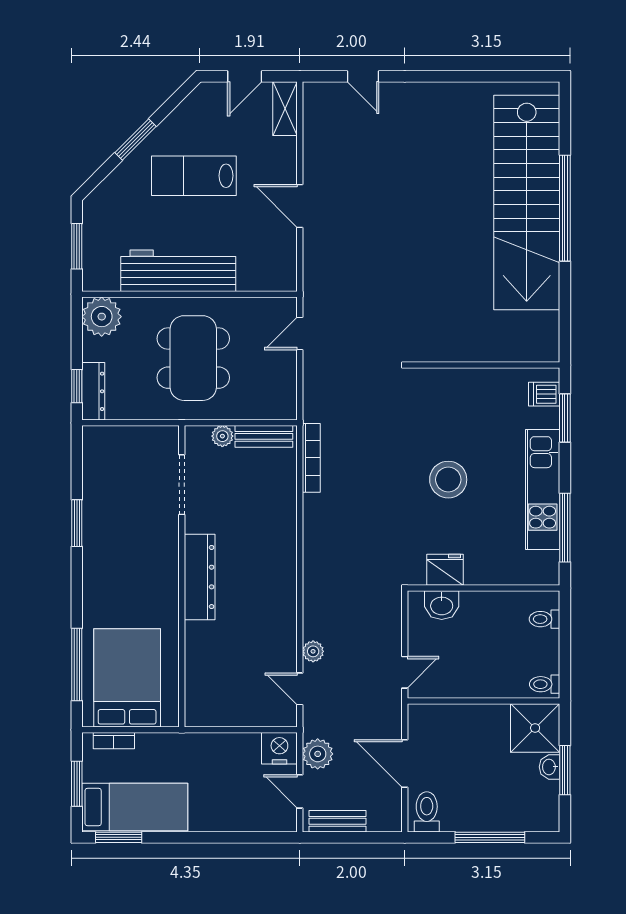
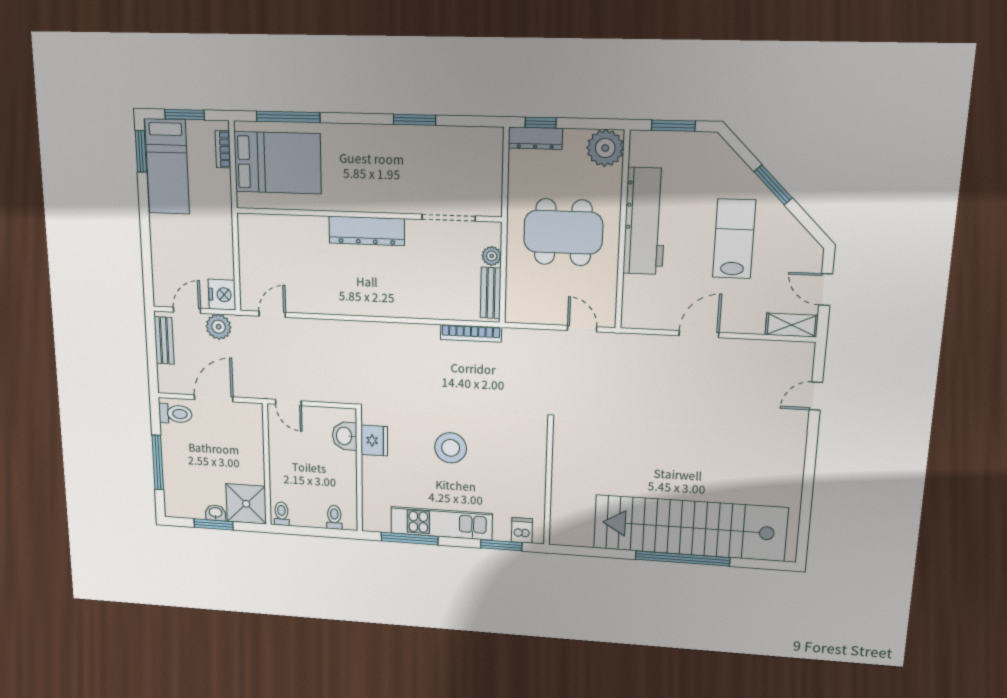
plant: (313, 651) -> (304, 327), removed

